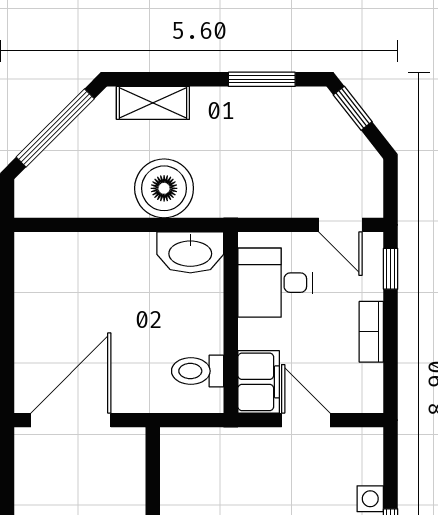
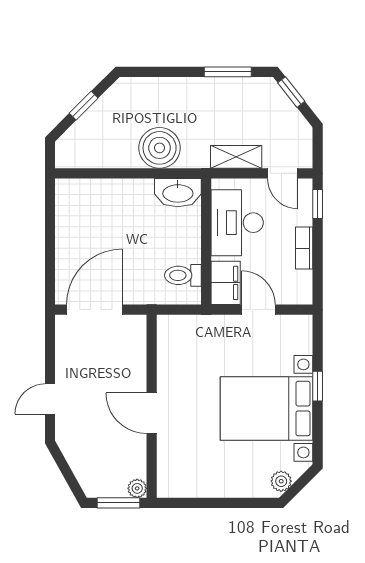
shelving: (153, 103) -> (236, 157), moved
window: (55, 128) -> (84, 106), width x0.46
desk: (275, 283) -> (237, 223), width x1.37

